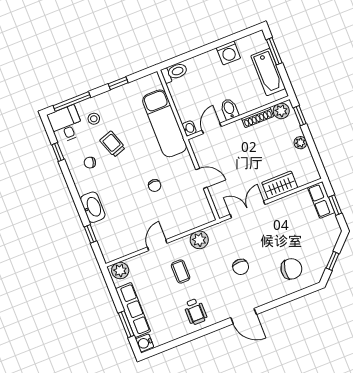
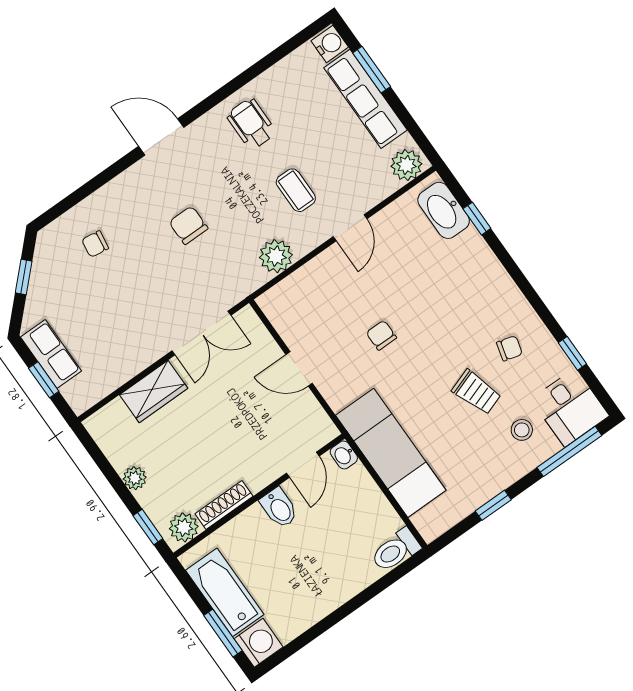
washing machine: (228, 53) -> (259, 643), moved, turned 90
row of seats: (321, 200) -> (51, 354), moved
washbasin: (93, 207) -> (444, 210), moved
chair: (291, 269) -> (95, 244), width x0.54, depth x0.54

